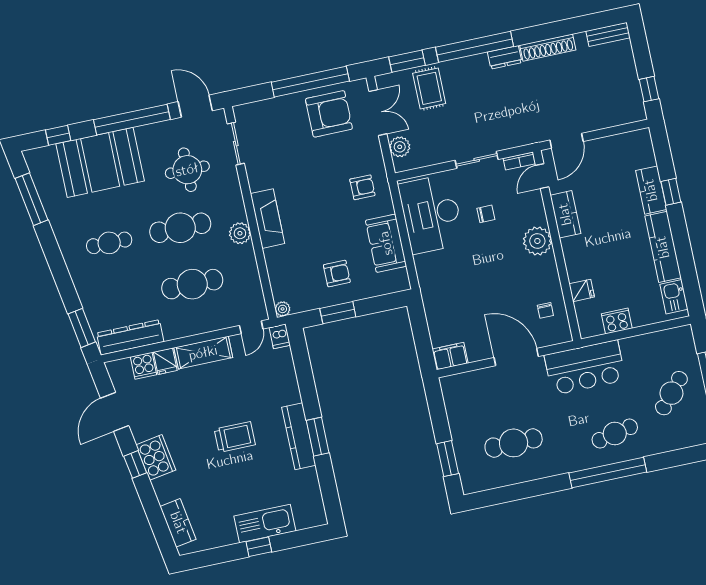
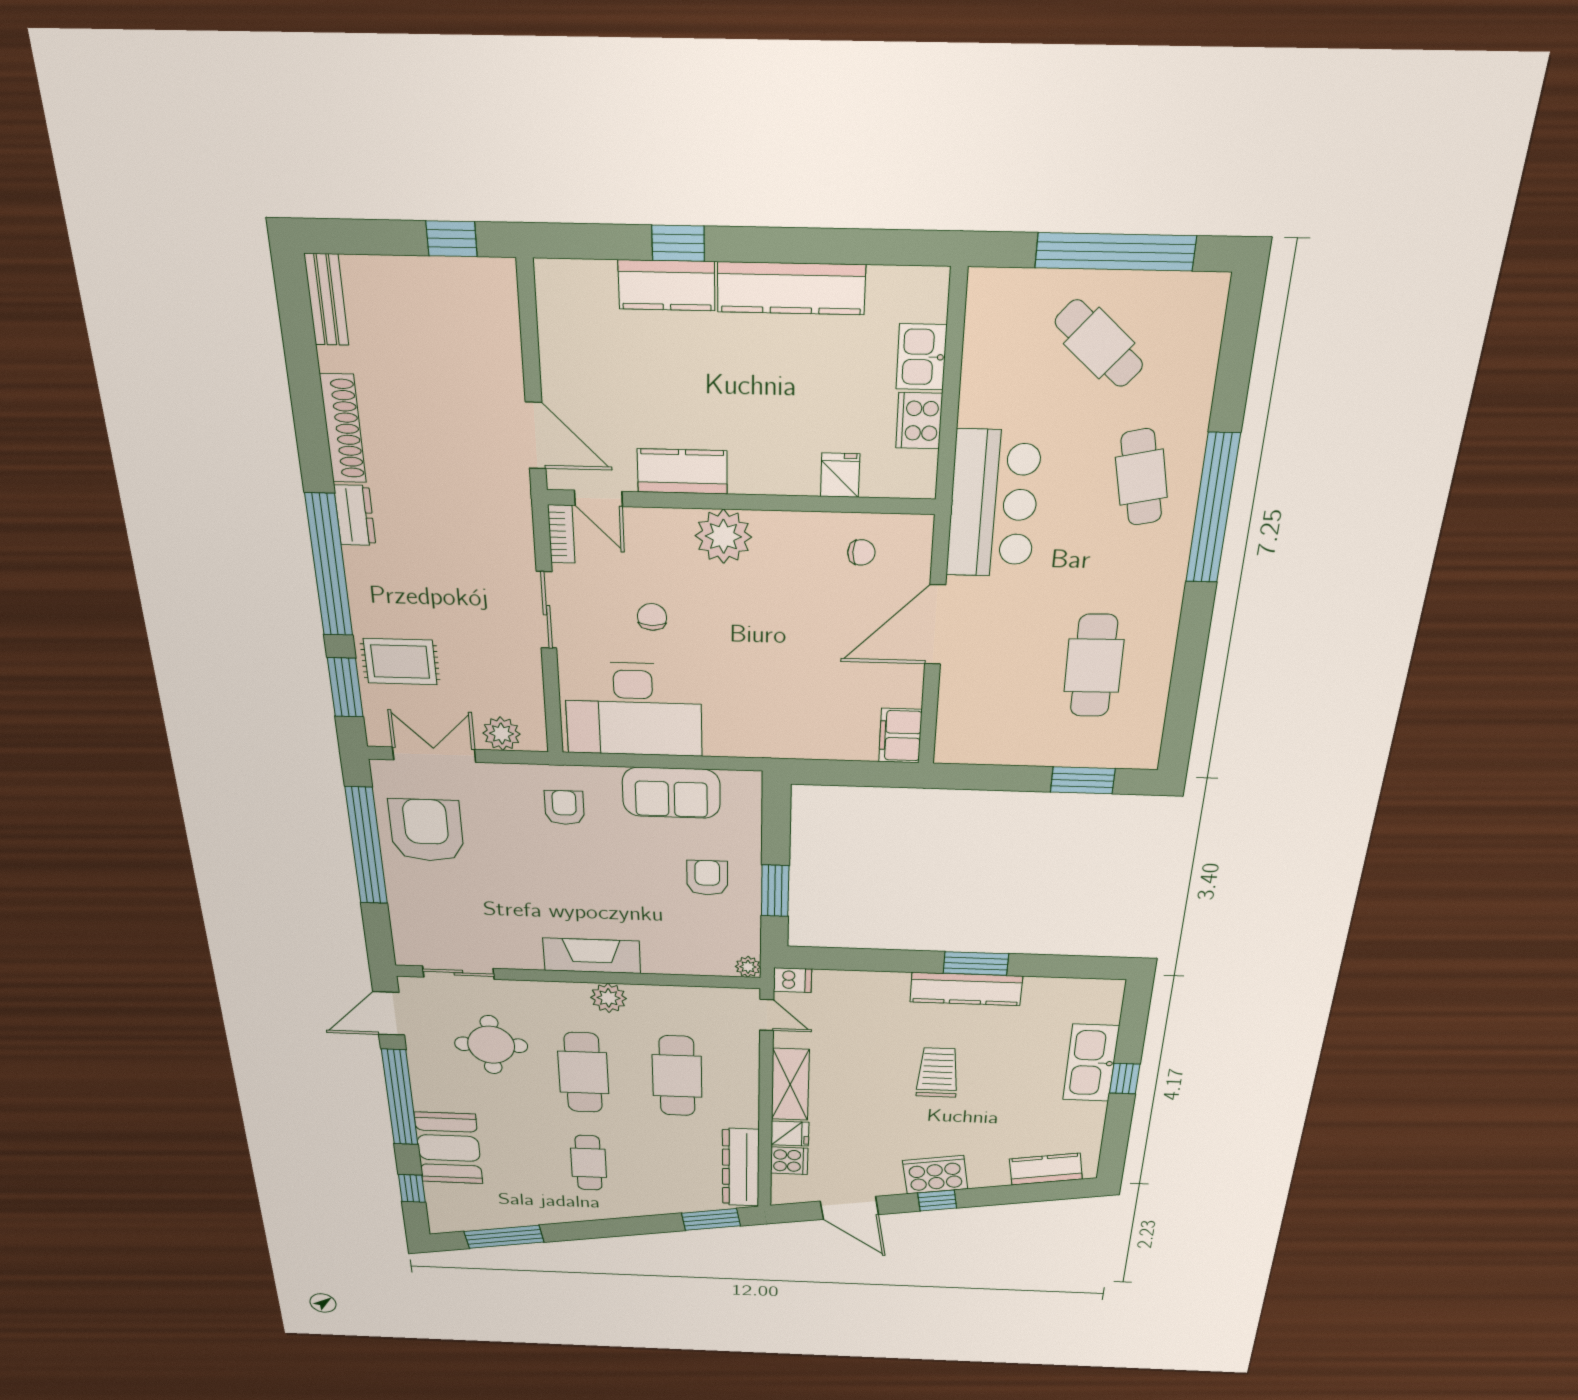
booth: (100, 162) -> (449, 1148), width x0.73, depth x0.70
kitchen sink: (674, 297) -> (921, 357), moved, turned 90

